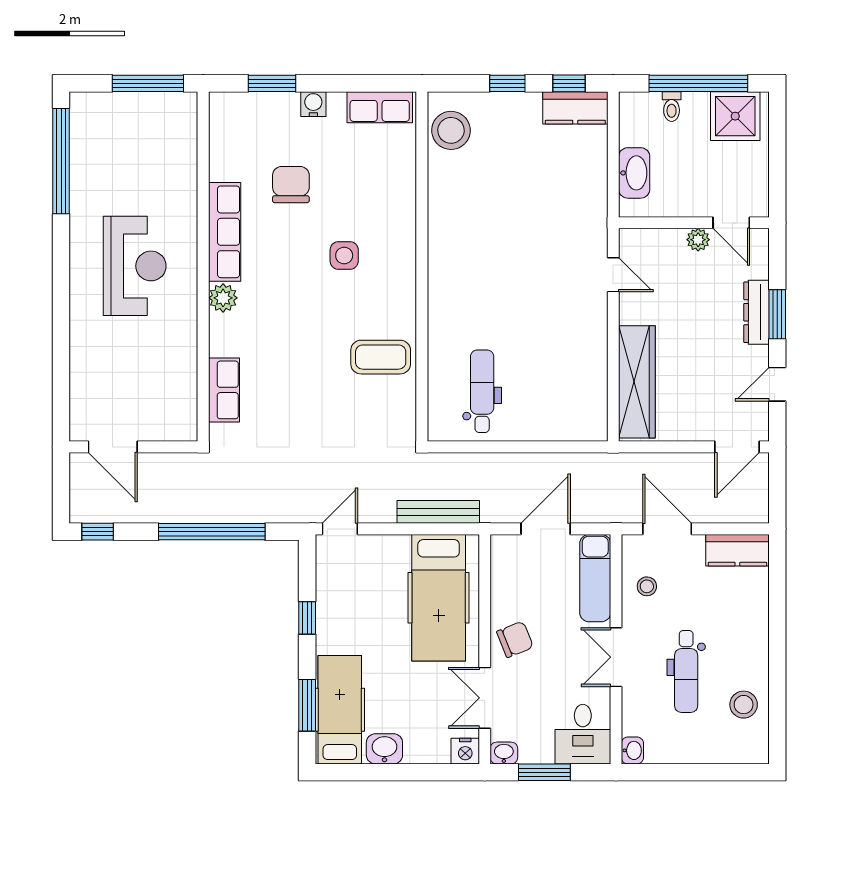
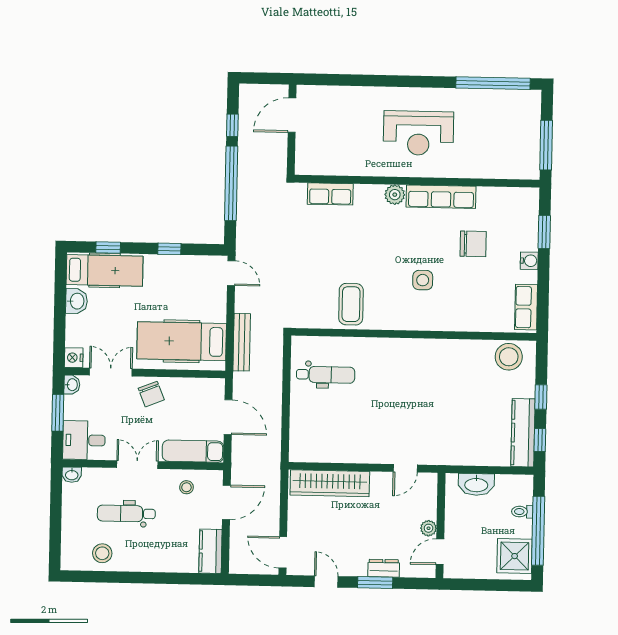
kitchen counter: (575, 108) -> (523, 433), width x1.50
dresser: (757, 312) -> (384, 568), width x0.70
window: (98, 532) -> (232, 125), moved
window: (307, 705) -> (108, 247), width x0.67

